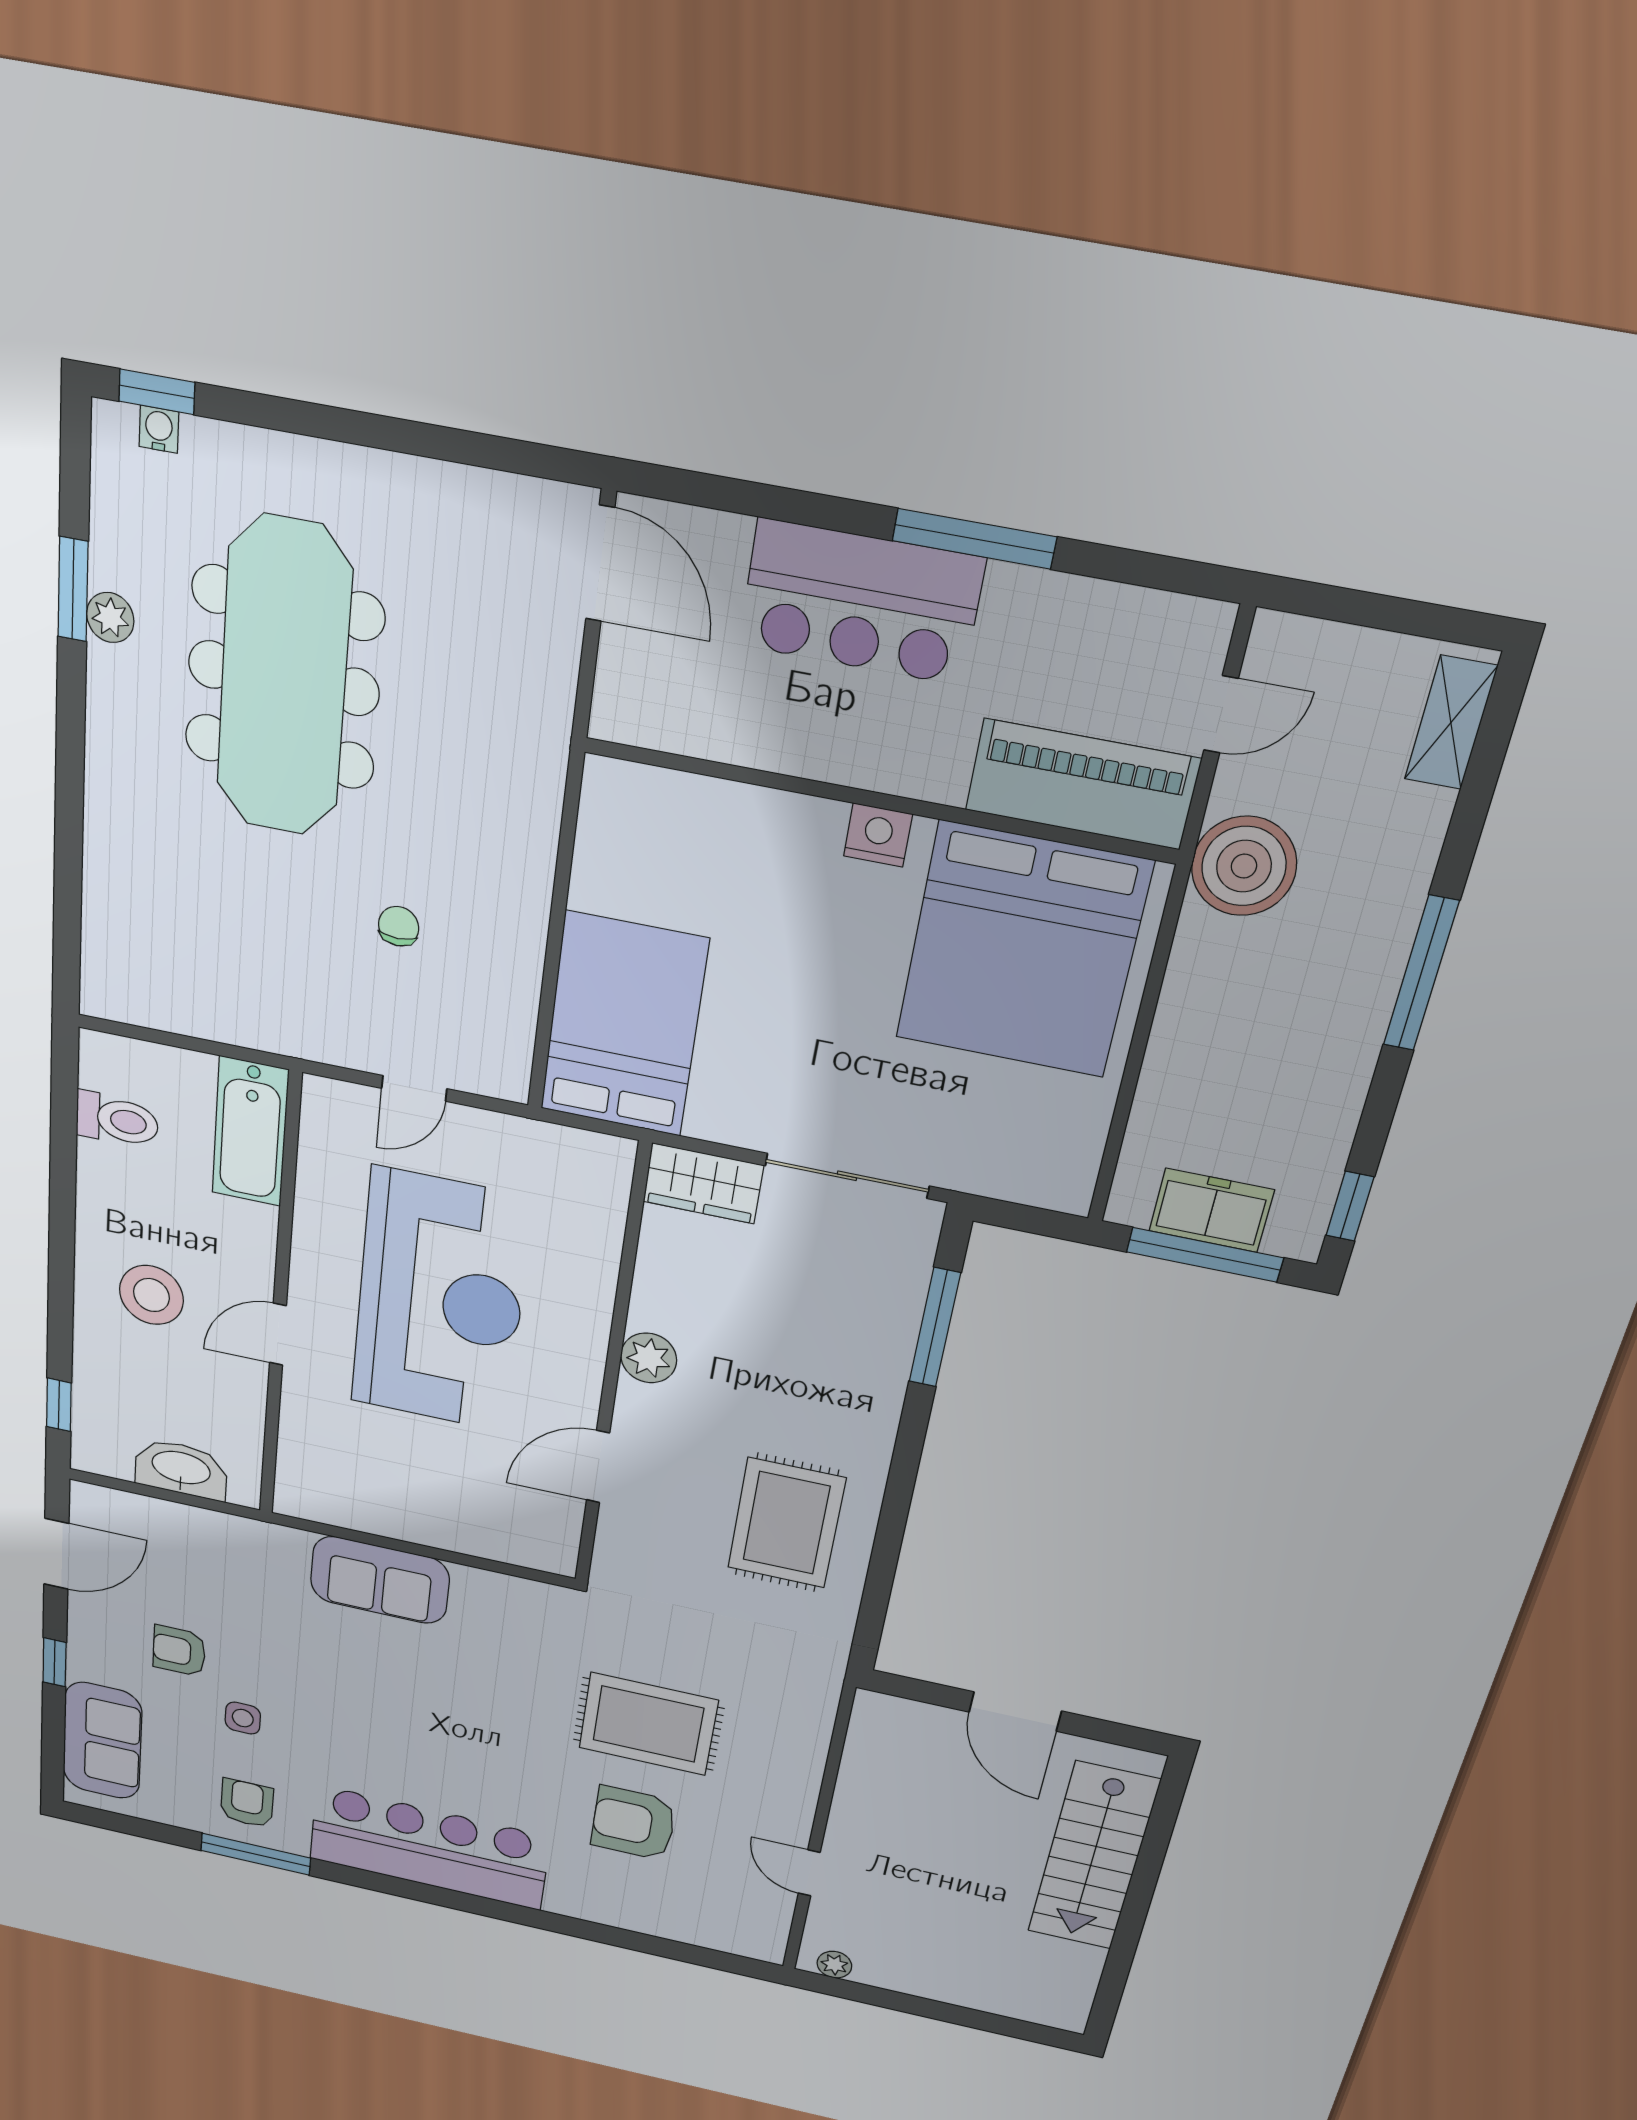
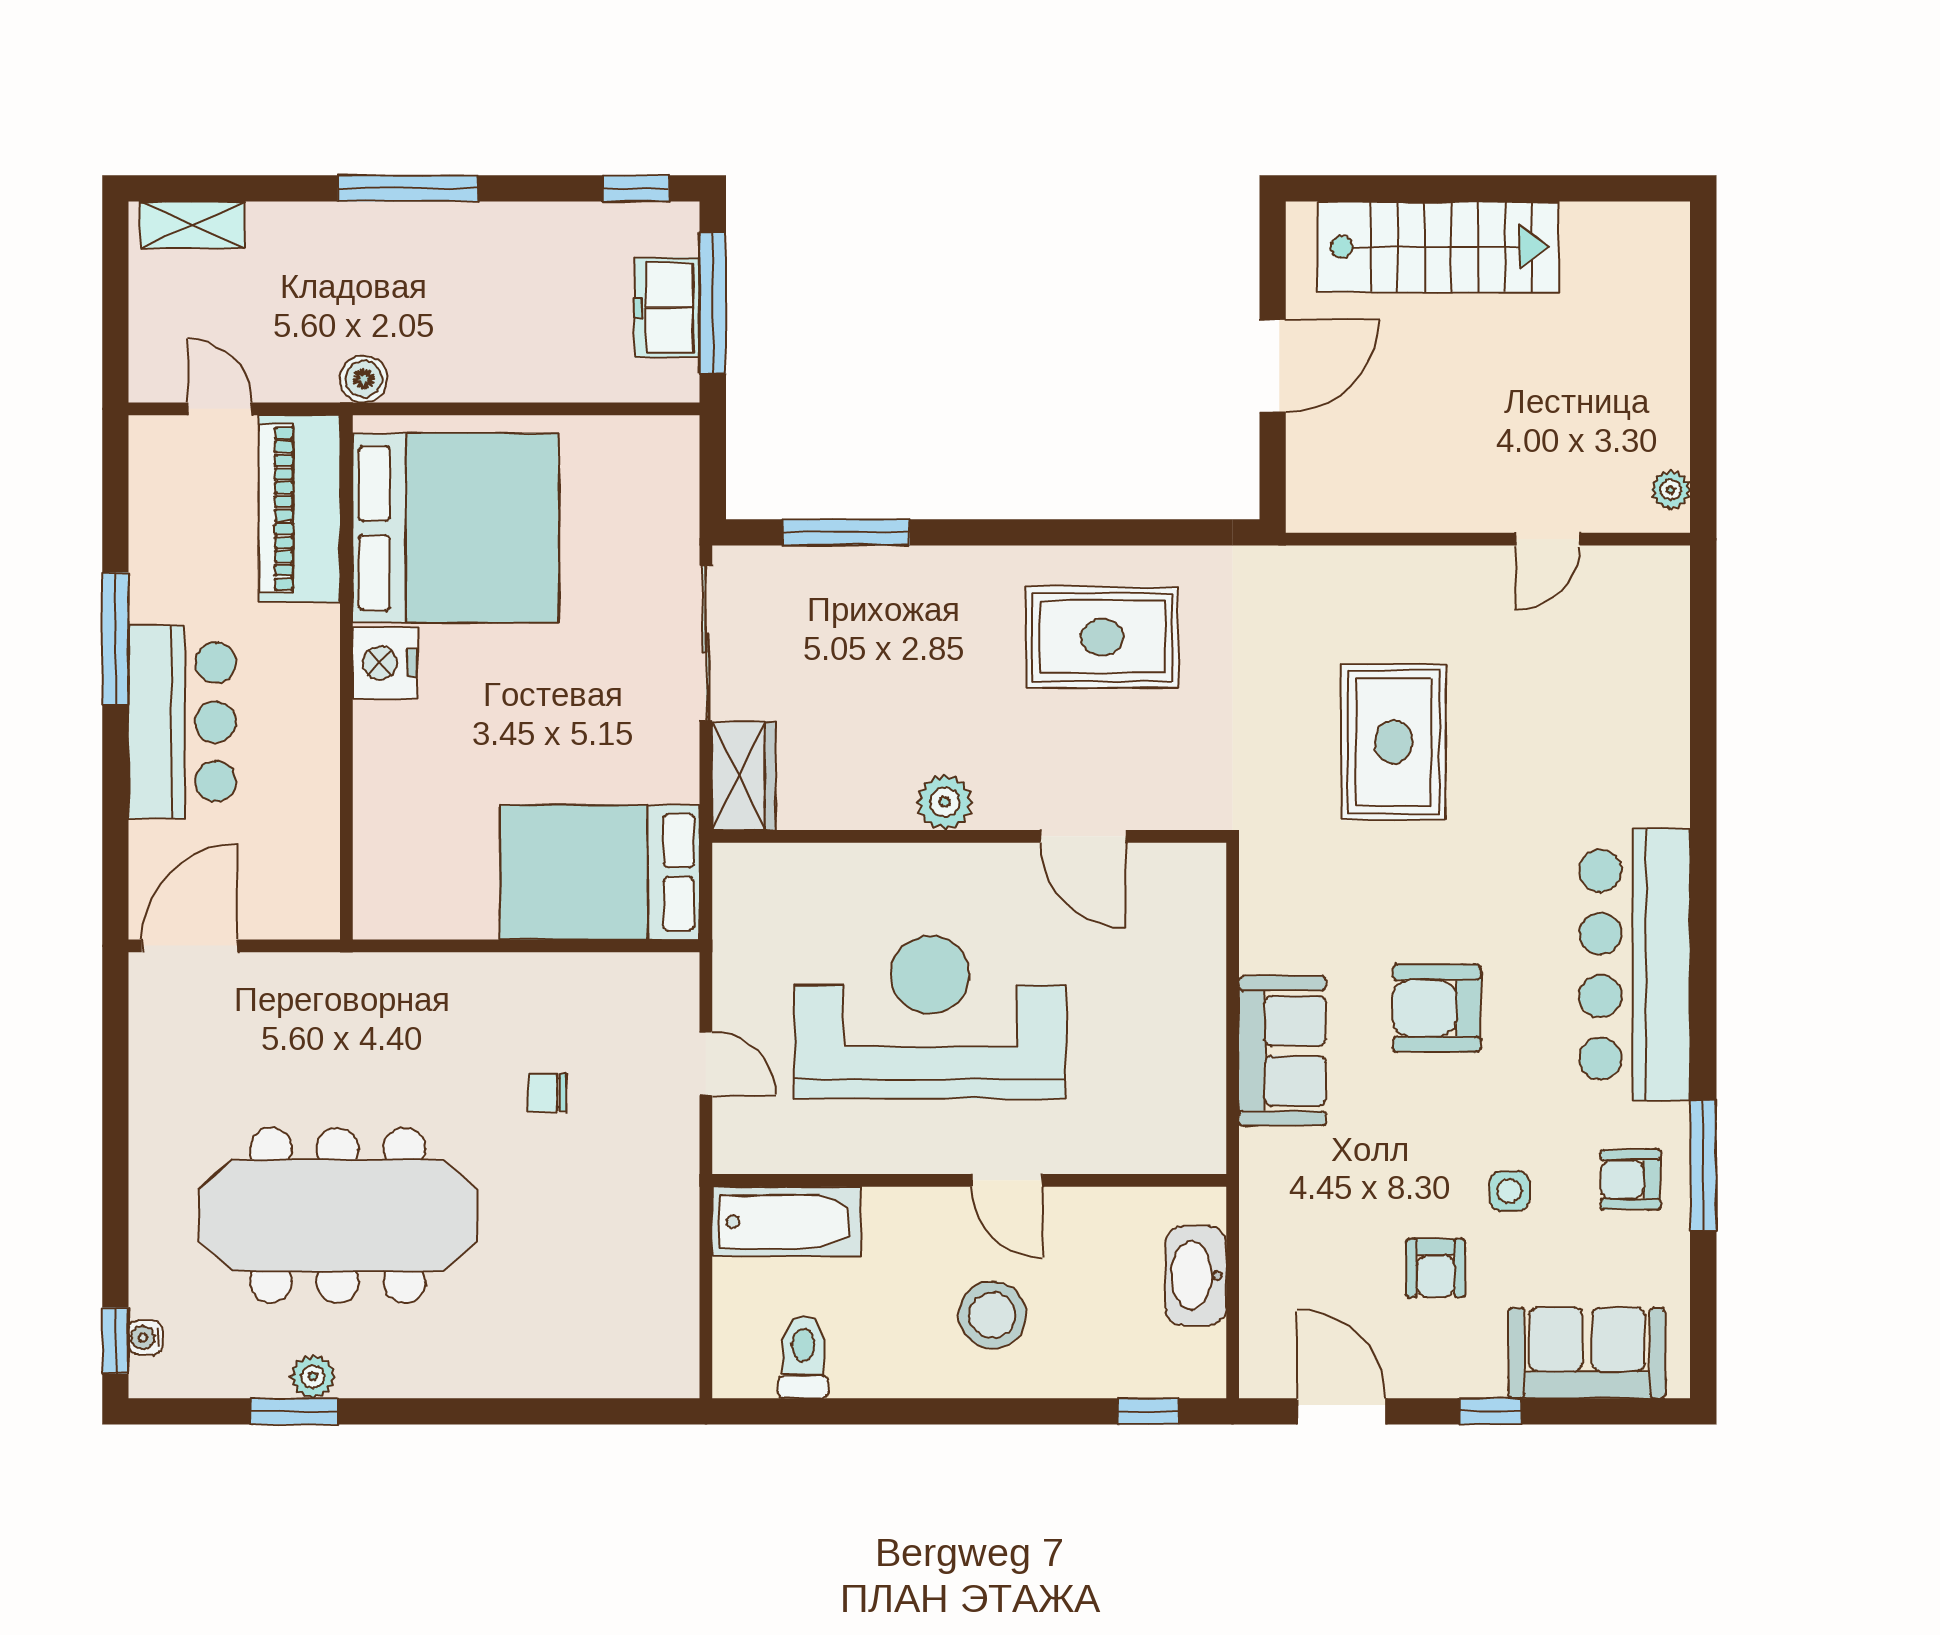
nightstand: (878, 835) -> (385, 663), width x1.36, depth x1.33
boiler: (1244, 866) -> (364, 379), width x0.54, depth x0.54
armchair: (633, 1823) -> (1437, 1008), moved, turned 90

